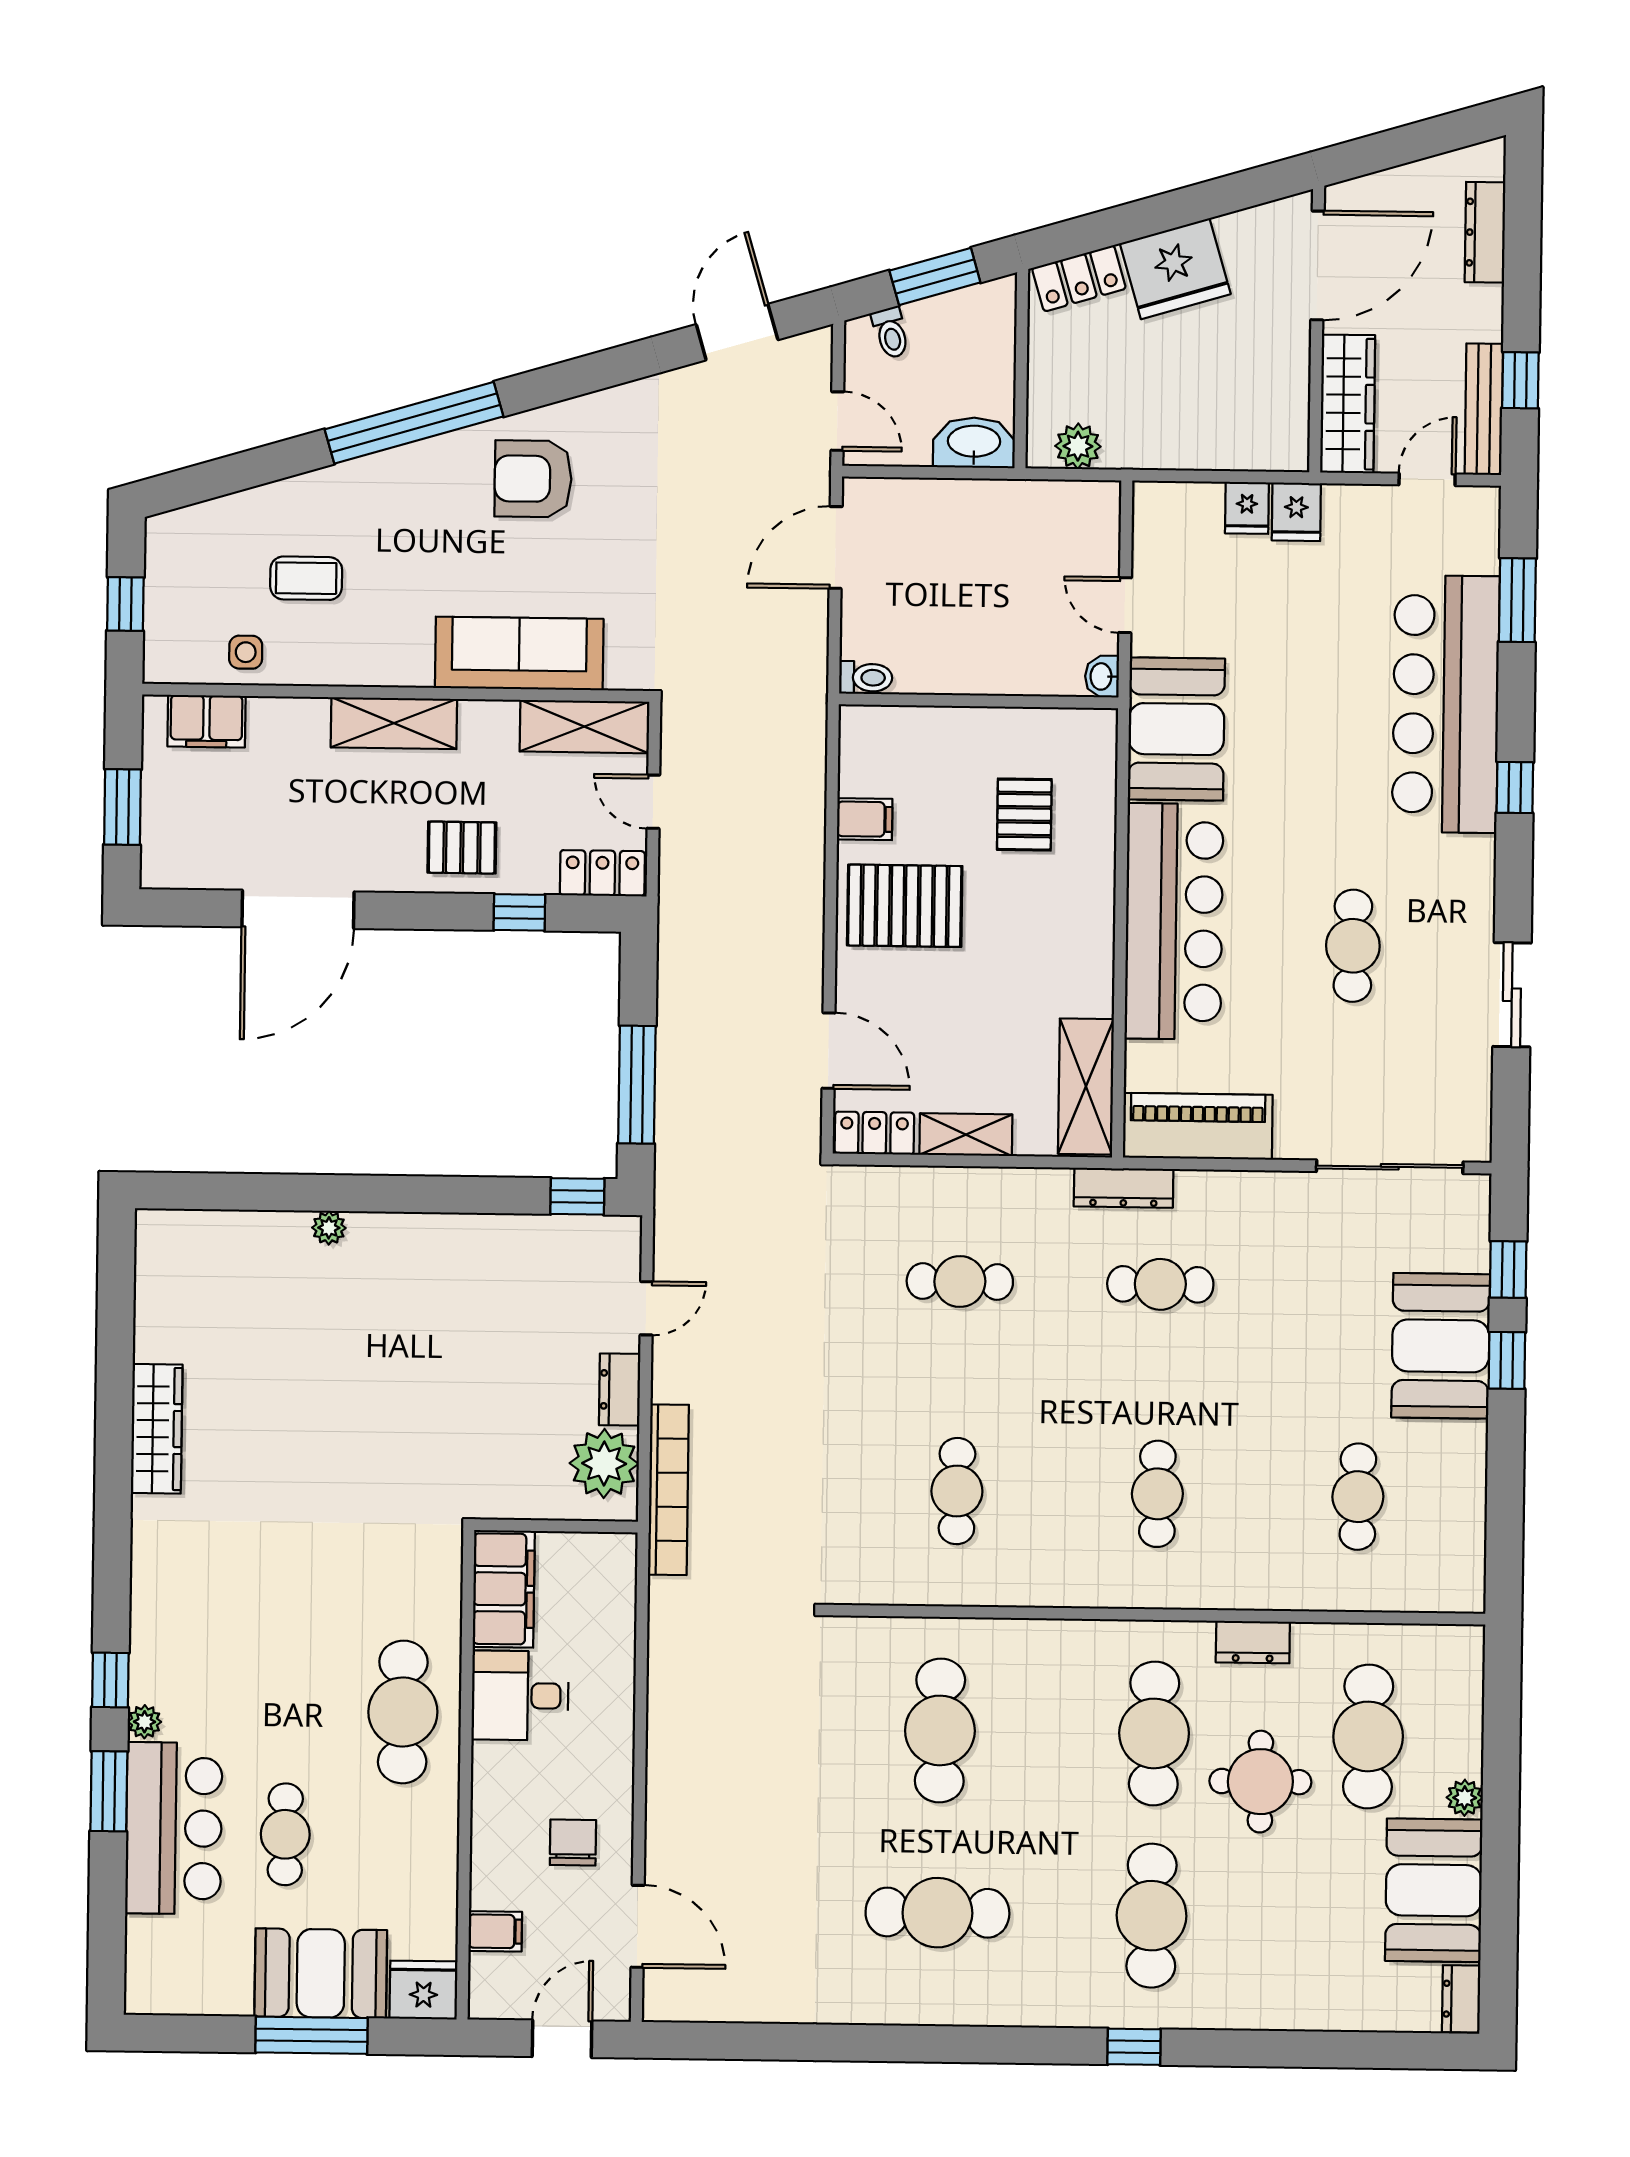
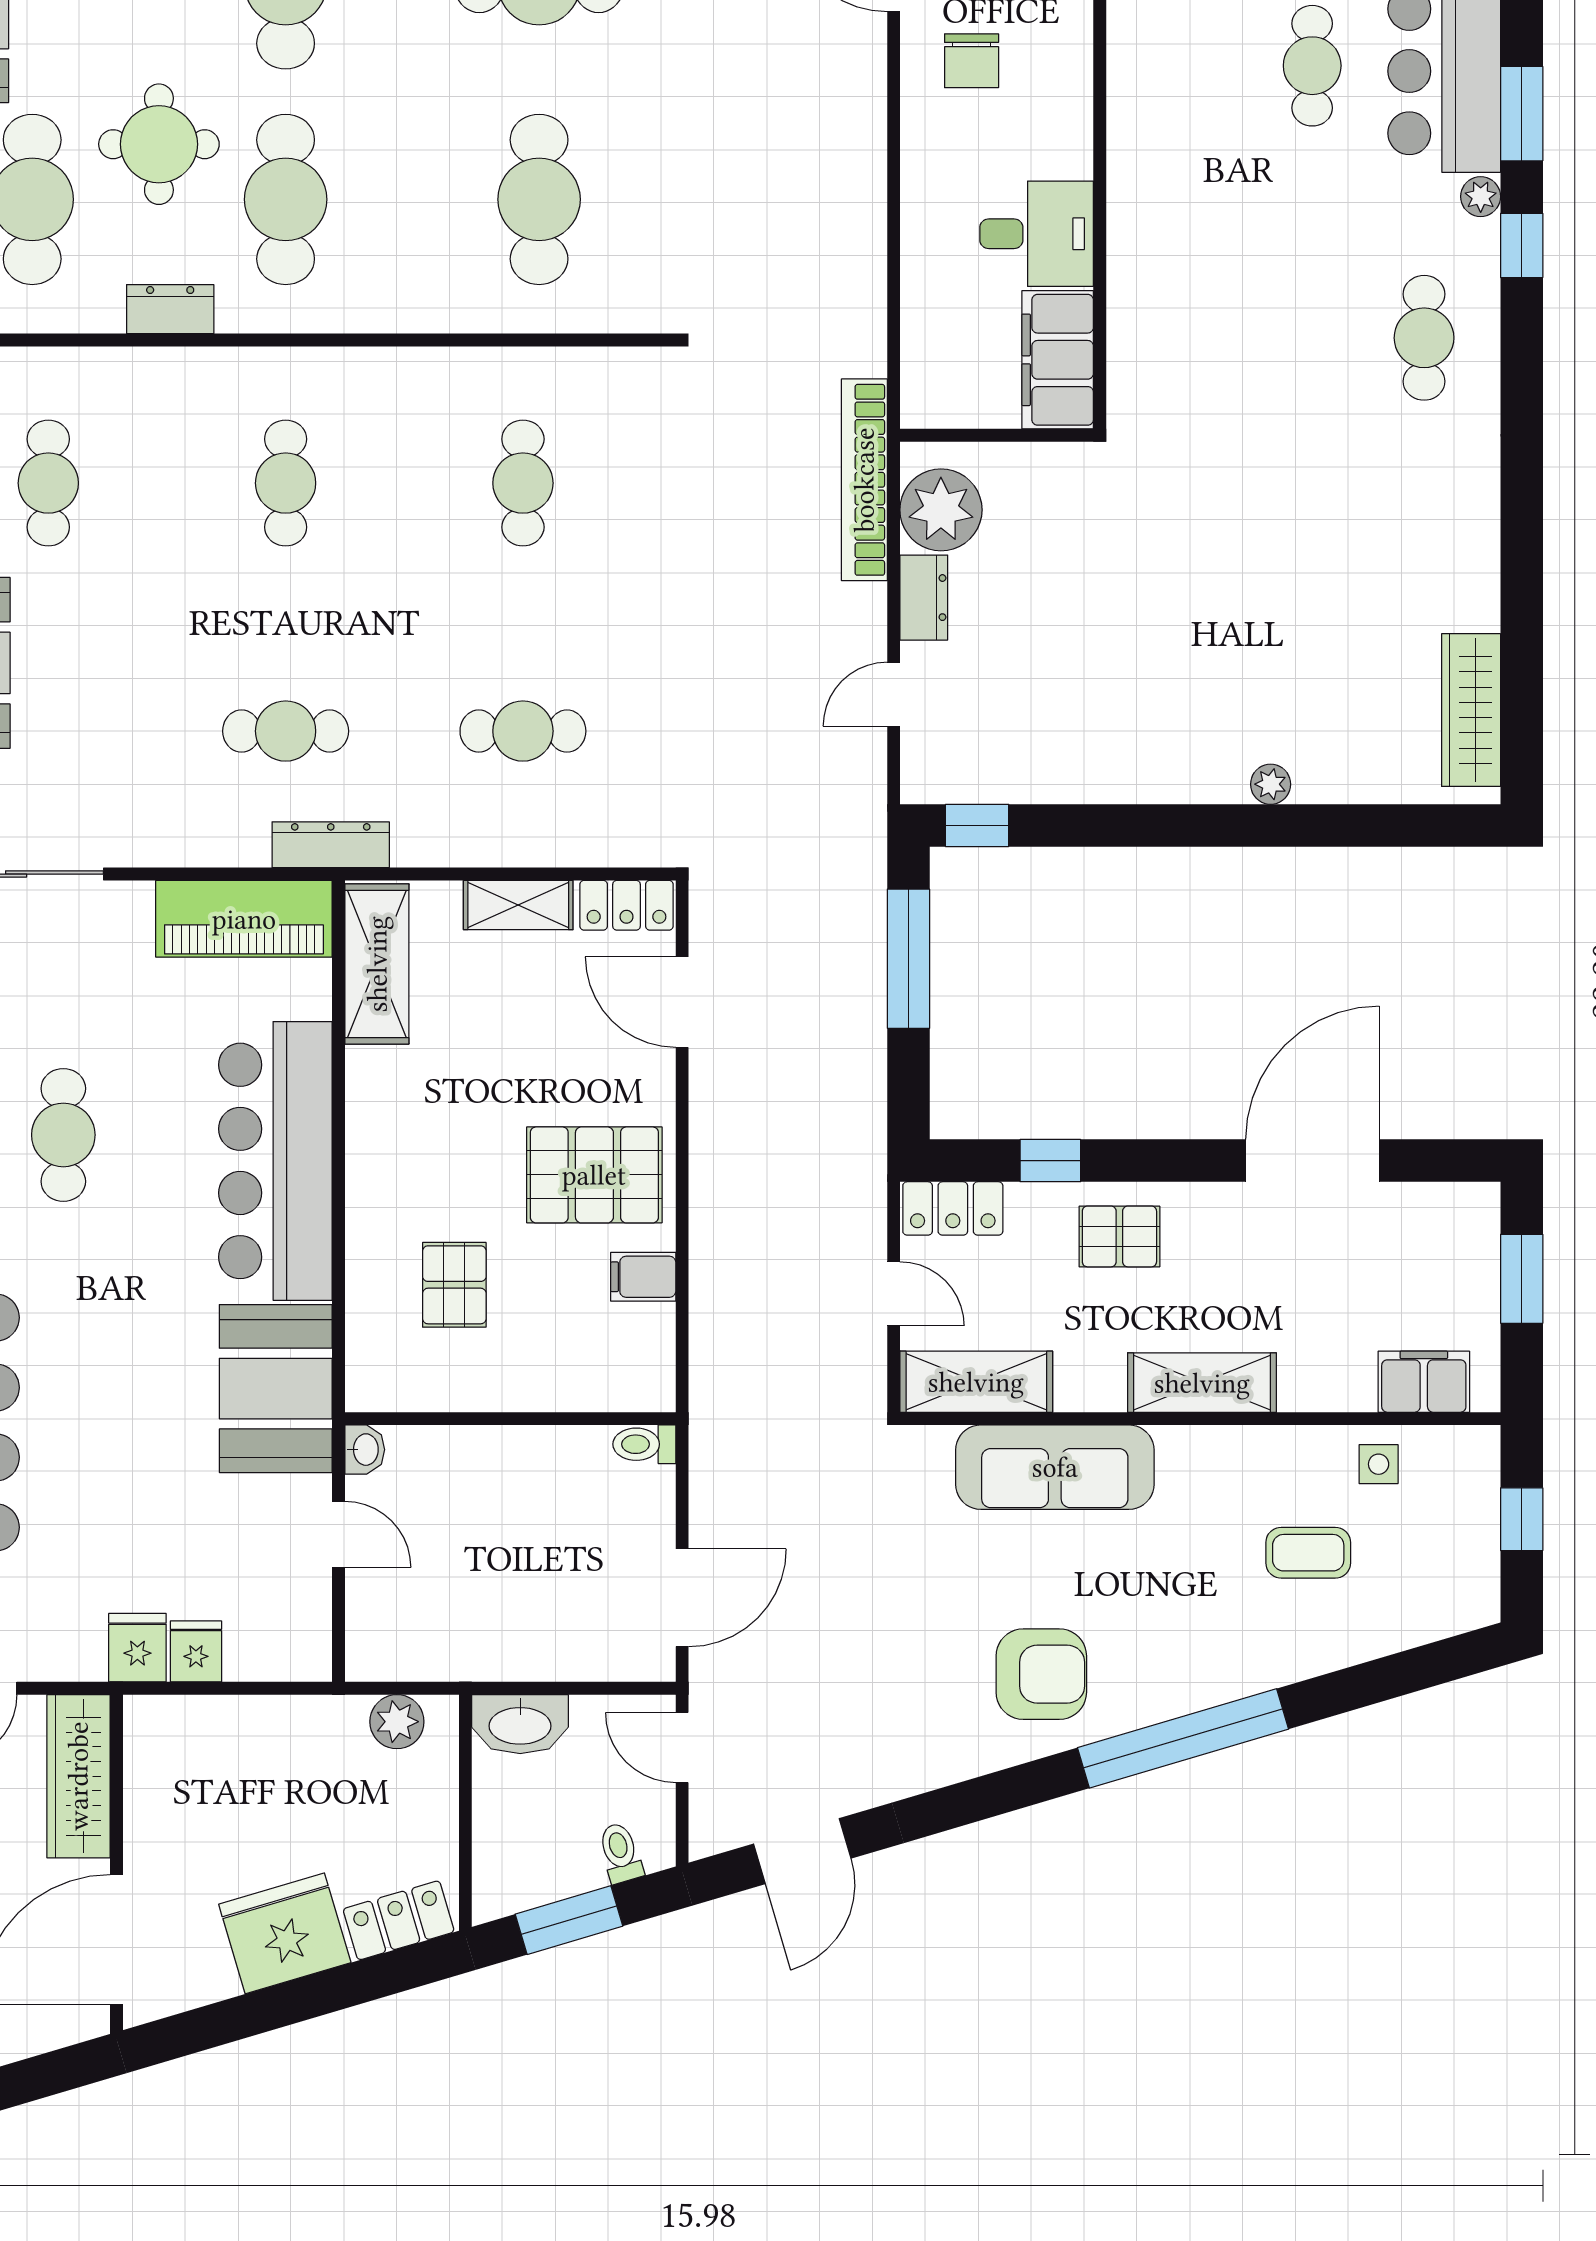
wardrobe: (157, 1429) -> (1471, 710), moved
cafe table: (403, 1712) -> (1424, 338), moved, width x0.73, depth x0.74

